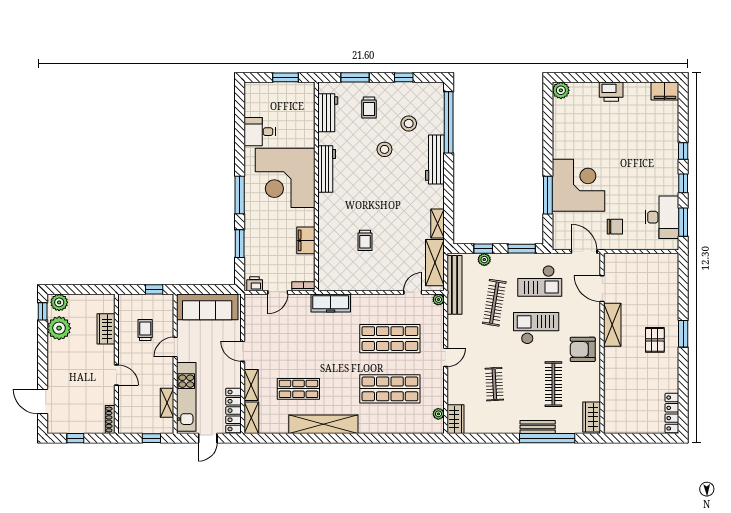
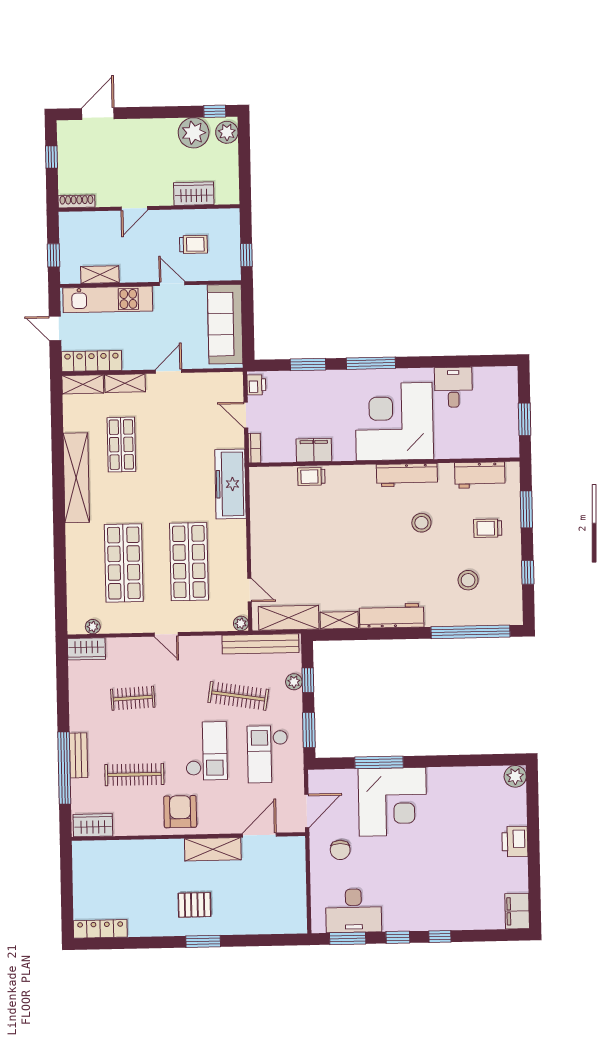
stool: (384, 149) -> (421, 523), moved
workbench: (435, 160) -> (392, 616), moved
trolley: (365, 240) -> (311, 477), moved
freezer: (331, 303) -> (230, 484), width x1.36, depth x1.26

